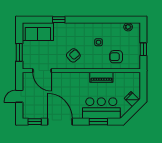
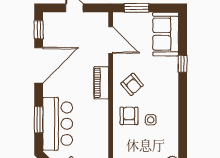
armchair: (116, 57) -> (129, 116), moved
door: (42, 71) -> (111, 40), swing flipped
piano: (101, 77) -> (101, 83), moved

